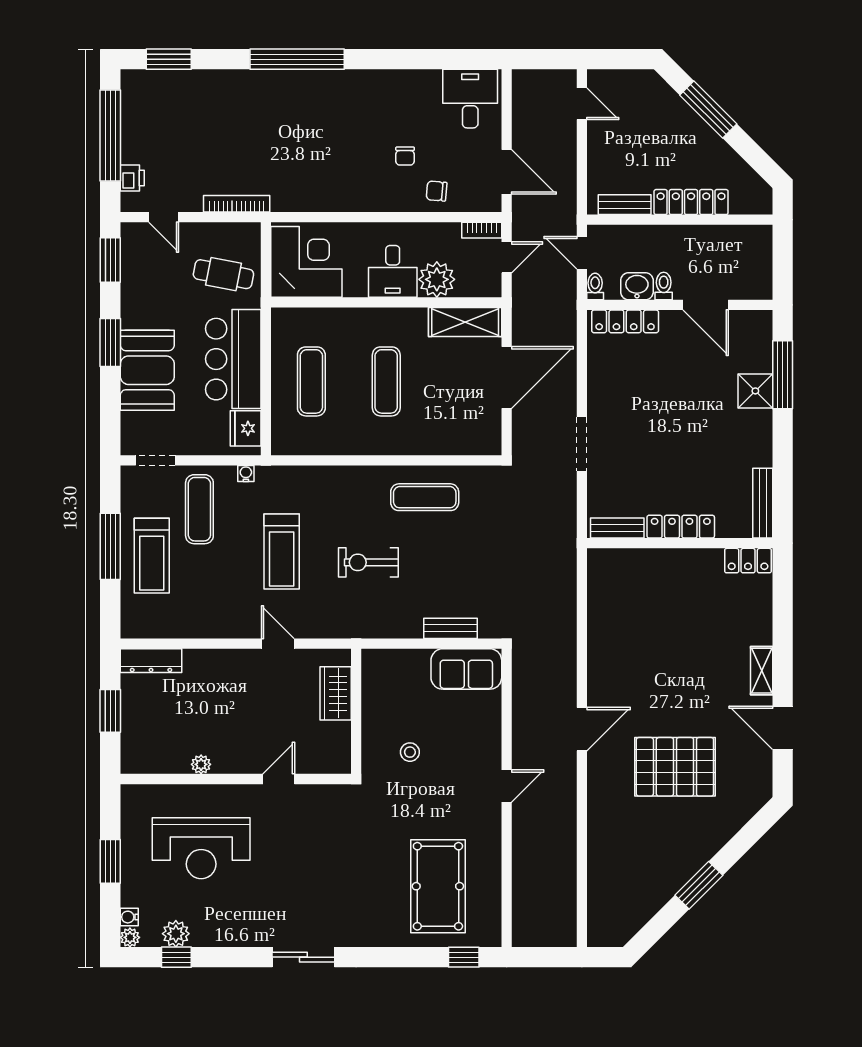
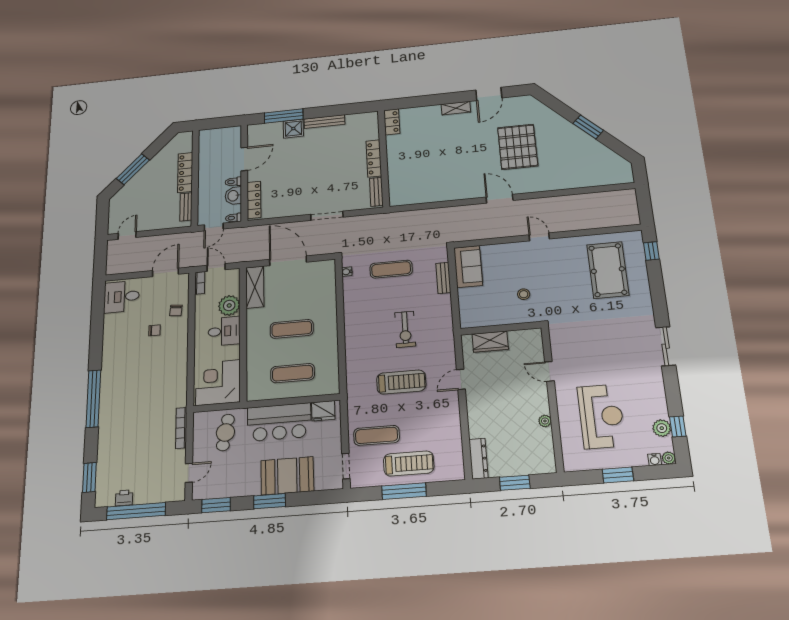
printer: (132, 178) -> (124, 498), moved
water cooler: (246, 474) -> (347, 272), moved
exercise mat: (425, 497) -> (391, 269), moved, turned 90
bench: (763, 503) -> (324, 122), moved
pool table: (438, 886) -> (608, 270), turned 90

